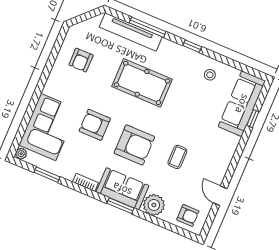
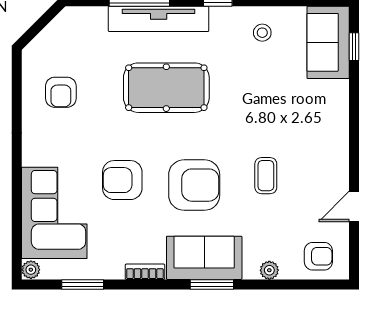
tv unit: (131, 32) -> (159, 19), moved
sofa: (242, 104) -> (328, 42), width x0.73
window: (253, 119) -> (354, 47), moved
door: (220, 196) -> (354, 206), hinge flipped
plant: (154, 205) -> (269, 270), width x0.53, depth x0.53

